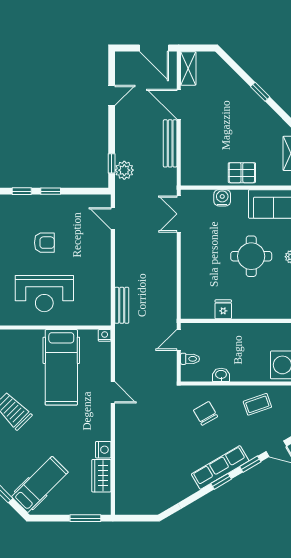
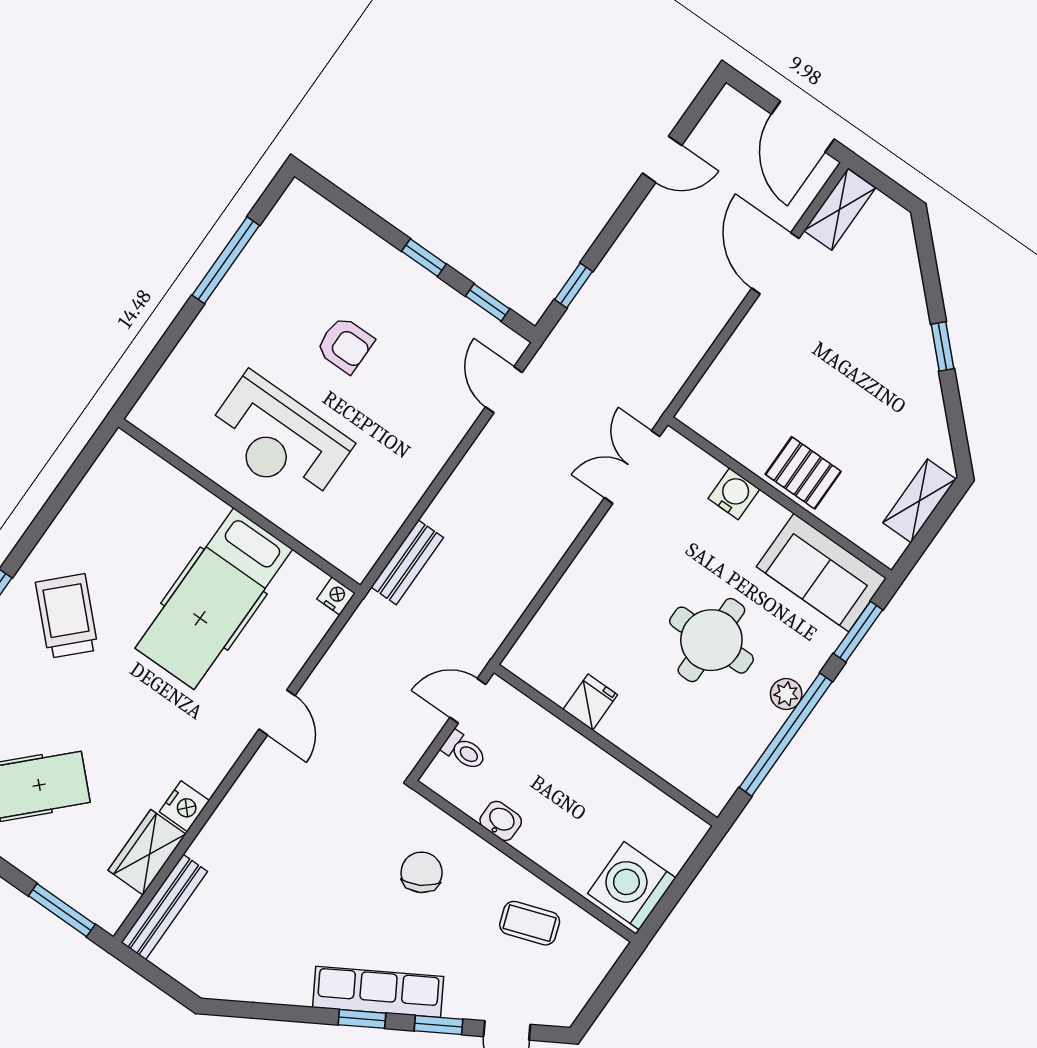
bench: (170, 143) -> (164, 907), moved
plant: (124, 170) -> (588, 315), removed
window: (22, 191) -> (488, 302), moved

